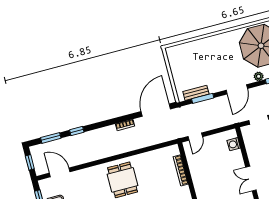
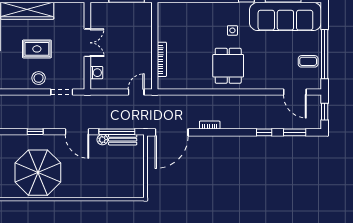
plant: (259, 76) -> (102, 140), moved
door: (237, 89) -> (77, 132), swing flipped
window: (203, 98) -> (117, 132), width x1.44
double door: (251, 179) -> (87, 43), moved

